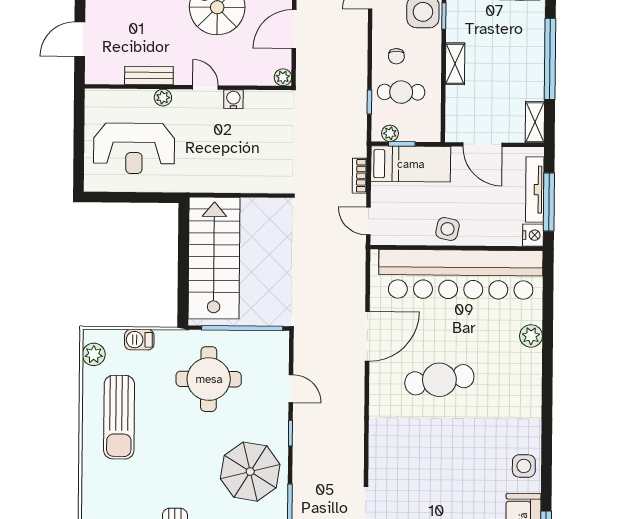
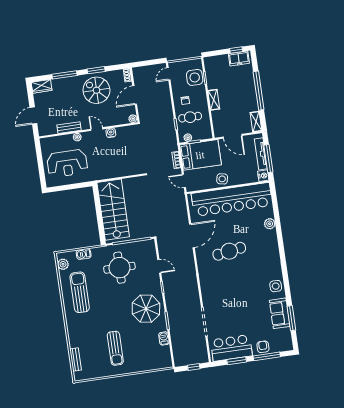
bed: (411, 164) -> (200, 155), width x1.50
sun lounger: (119, 417) -> (80, 292), turned 180

